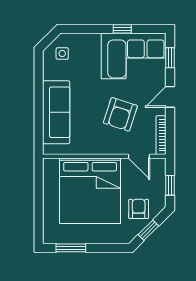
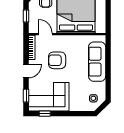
window: (122, 29) -> (45, 114), moved
armchair: (120, 114) -> (57, 60), turned -108

